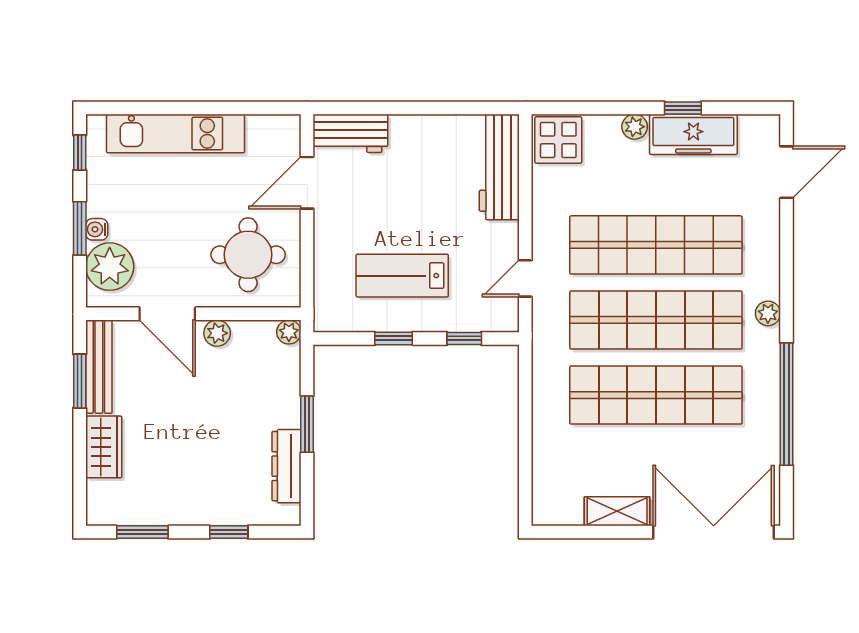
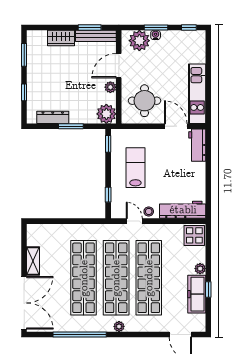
kitchen unit: (176, 133) -> (197, 94), moved
stool: (503, 245) -> (149, 211), added
plant: (289, 332) -> (106, 114), width x1.88, depth x1.88
window: (394, 338) -> (108, 144), moved

